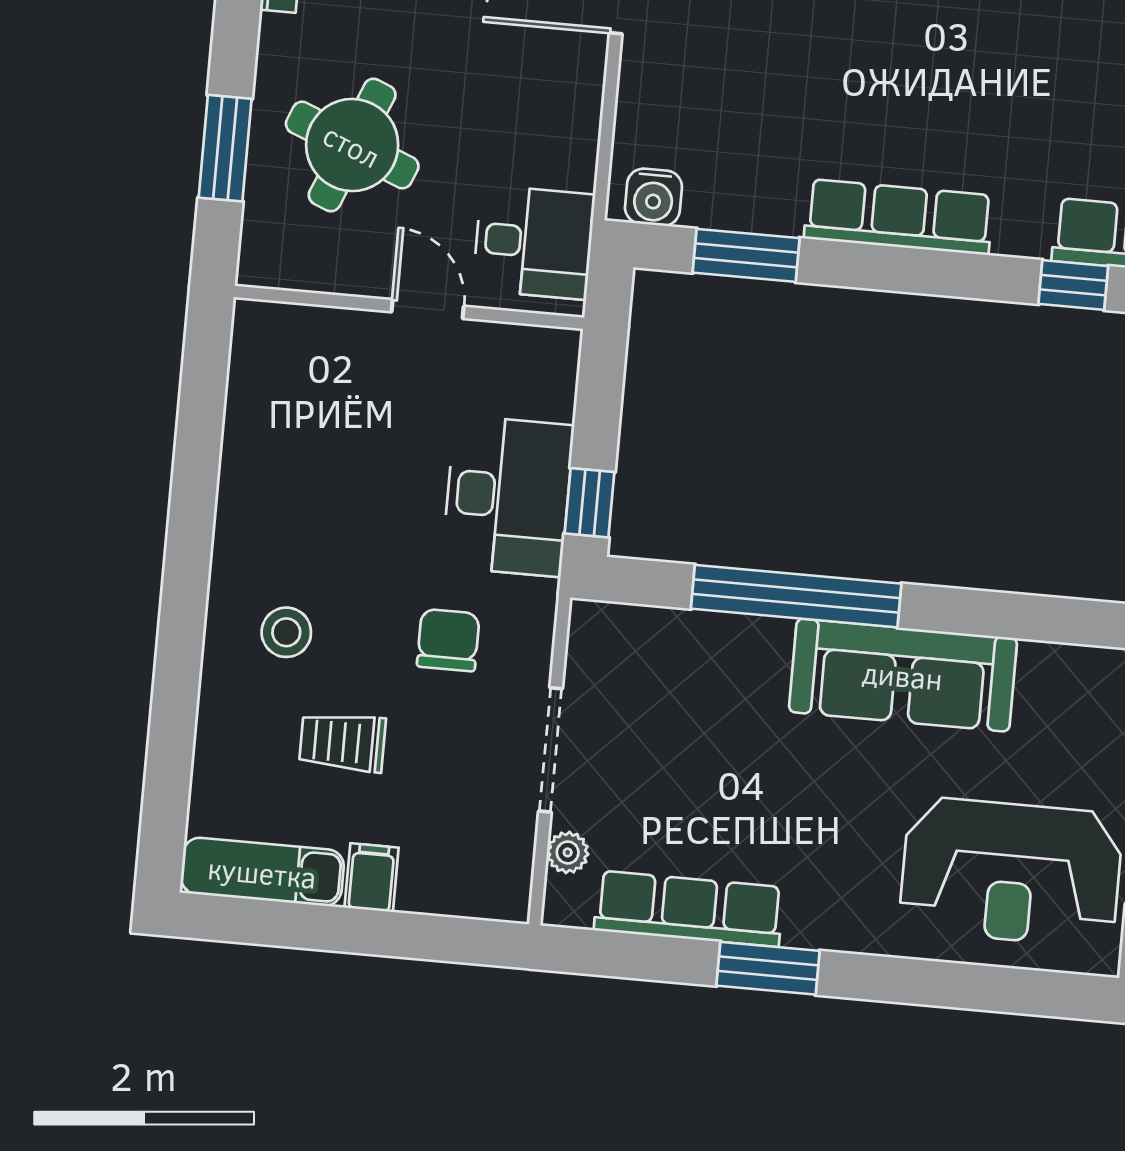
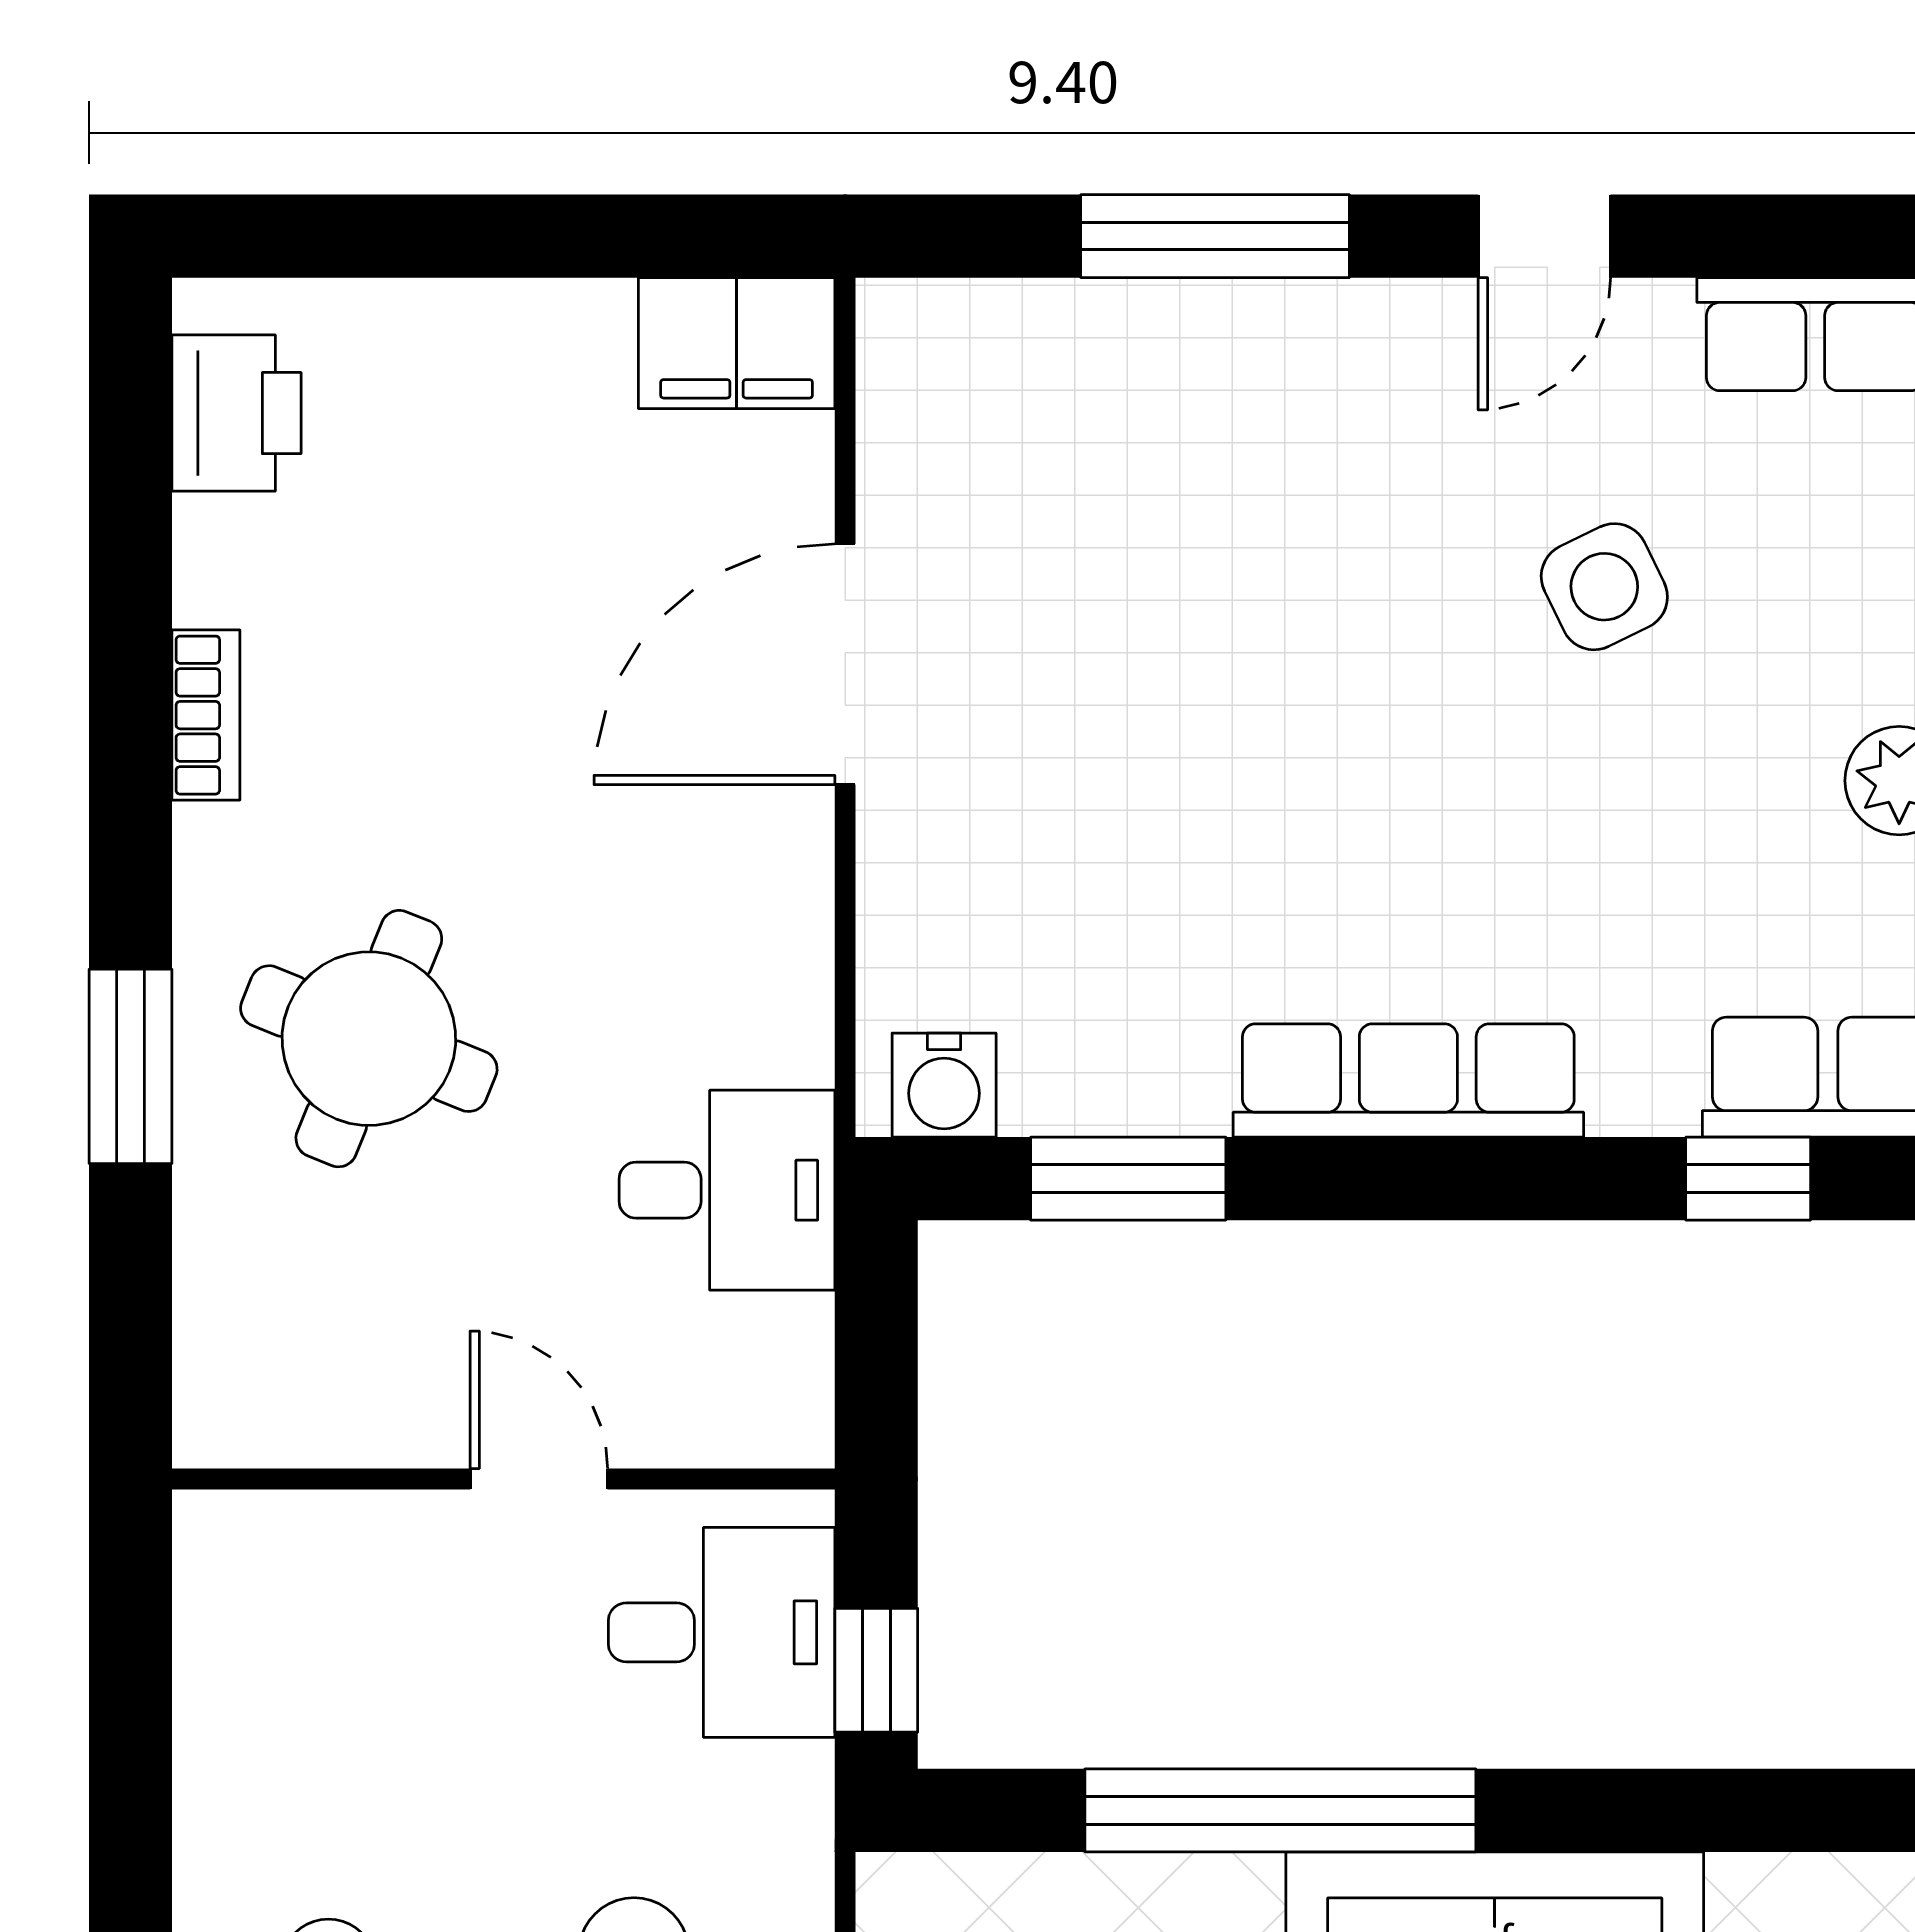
wall: (409, 307) -> (503, 1479), moved
door: (428, 309) -> (539, 1479), moved
desk: (508, 496) -> (722, 1632), width x0.73

